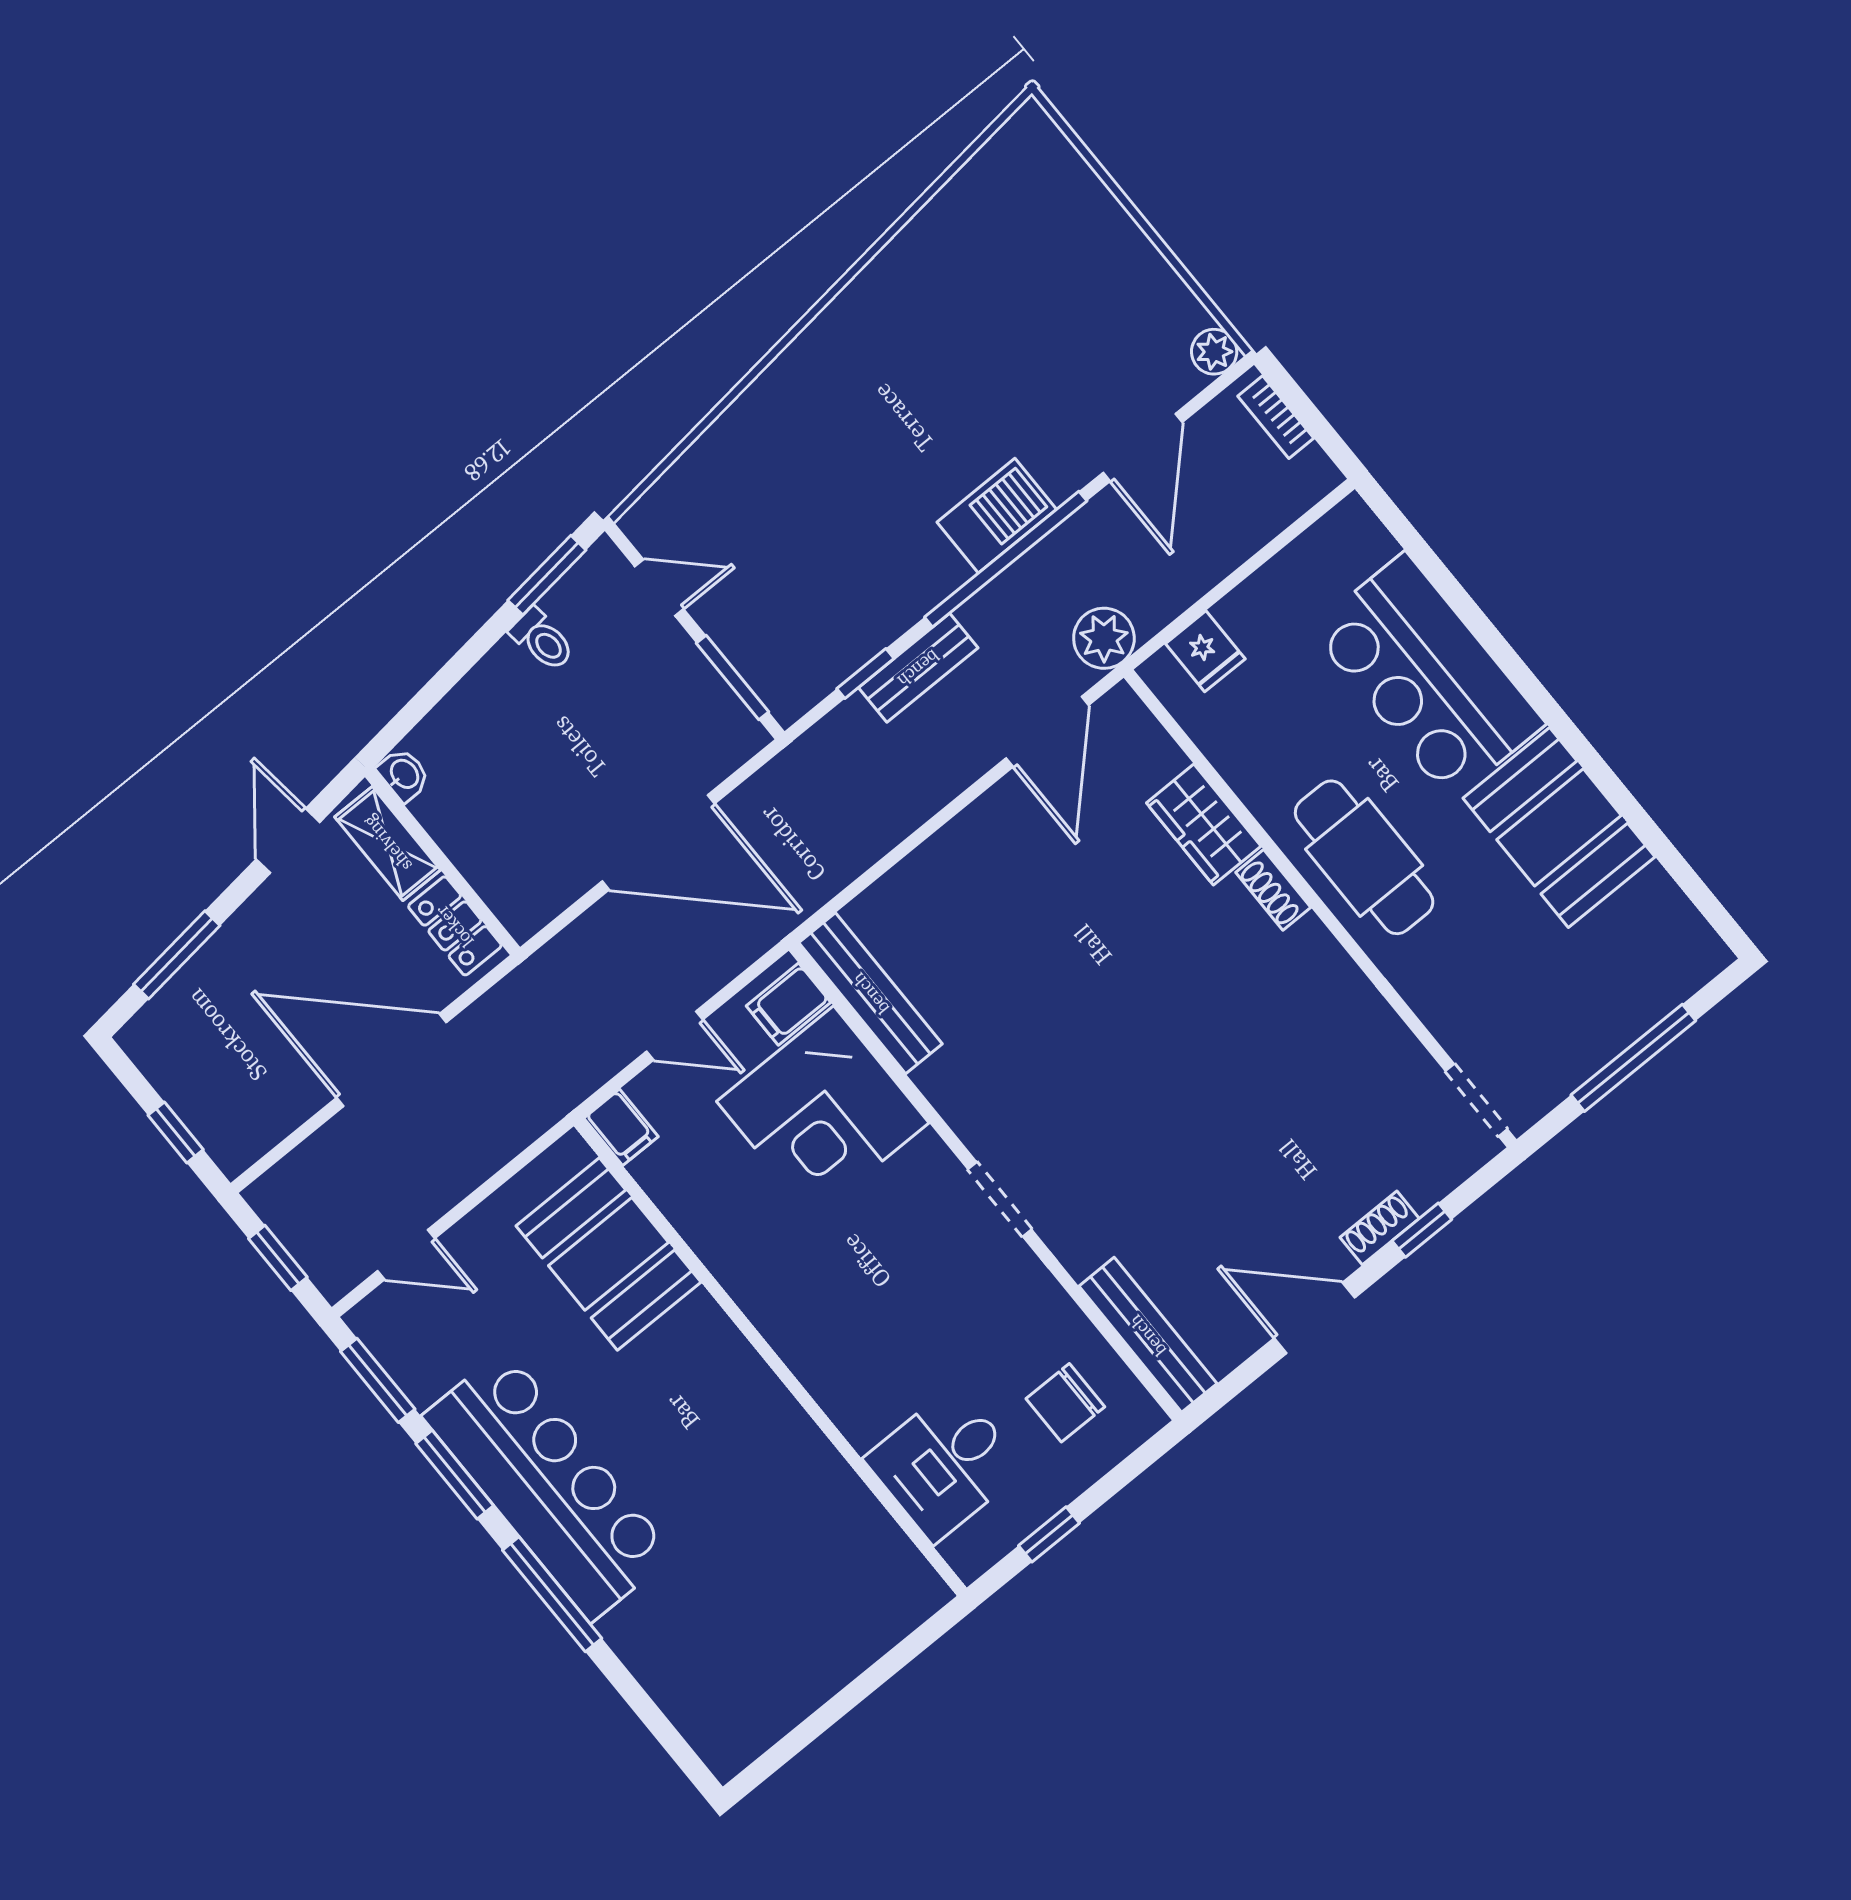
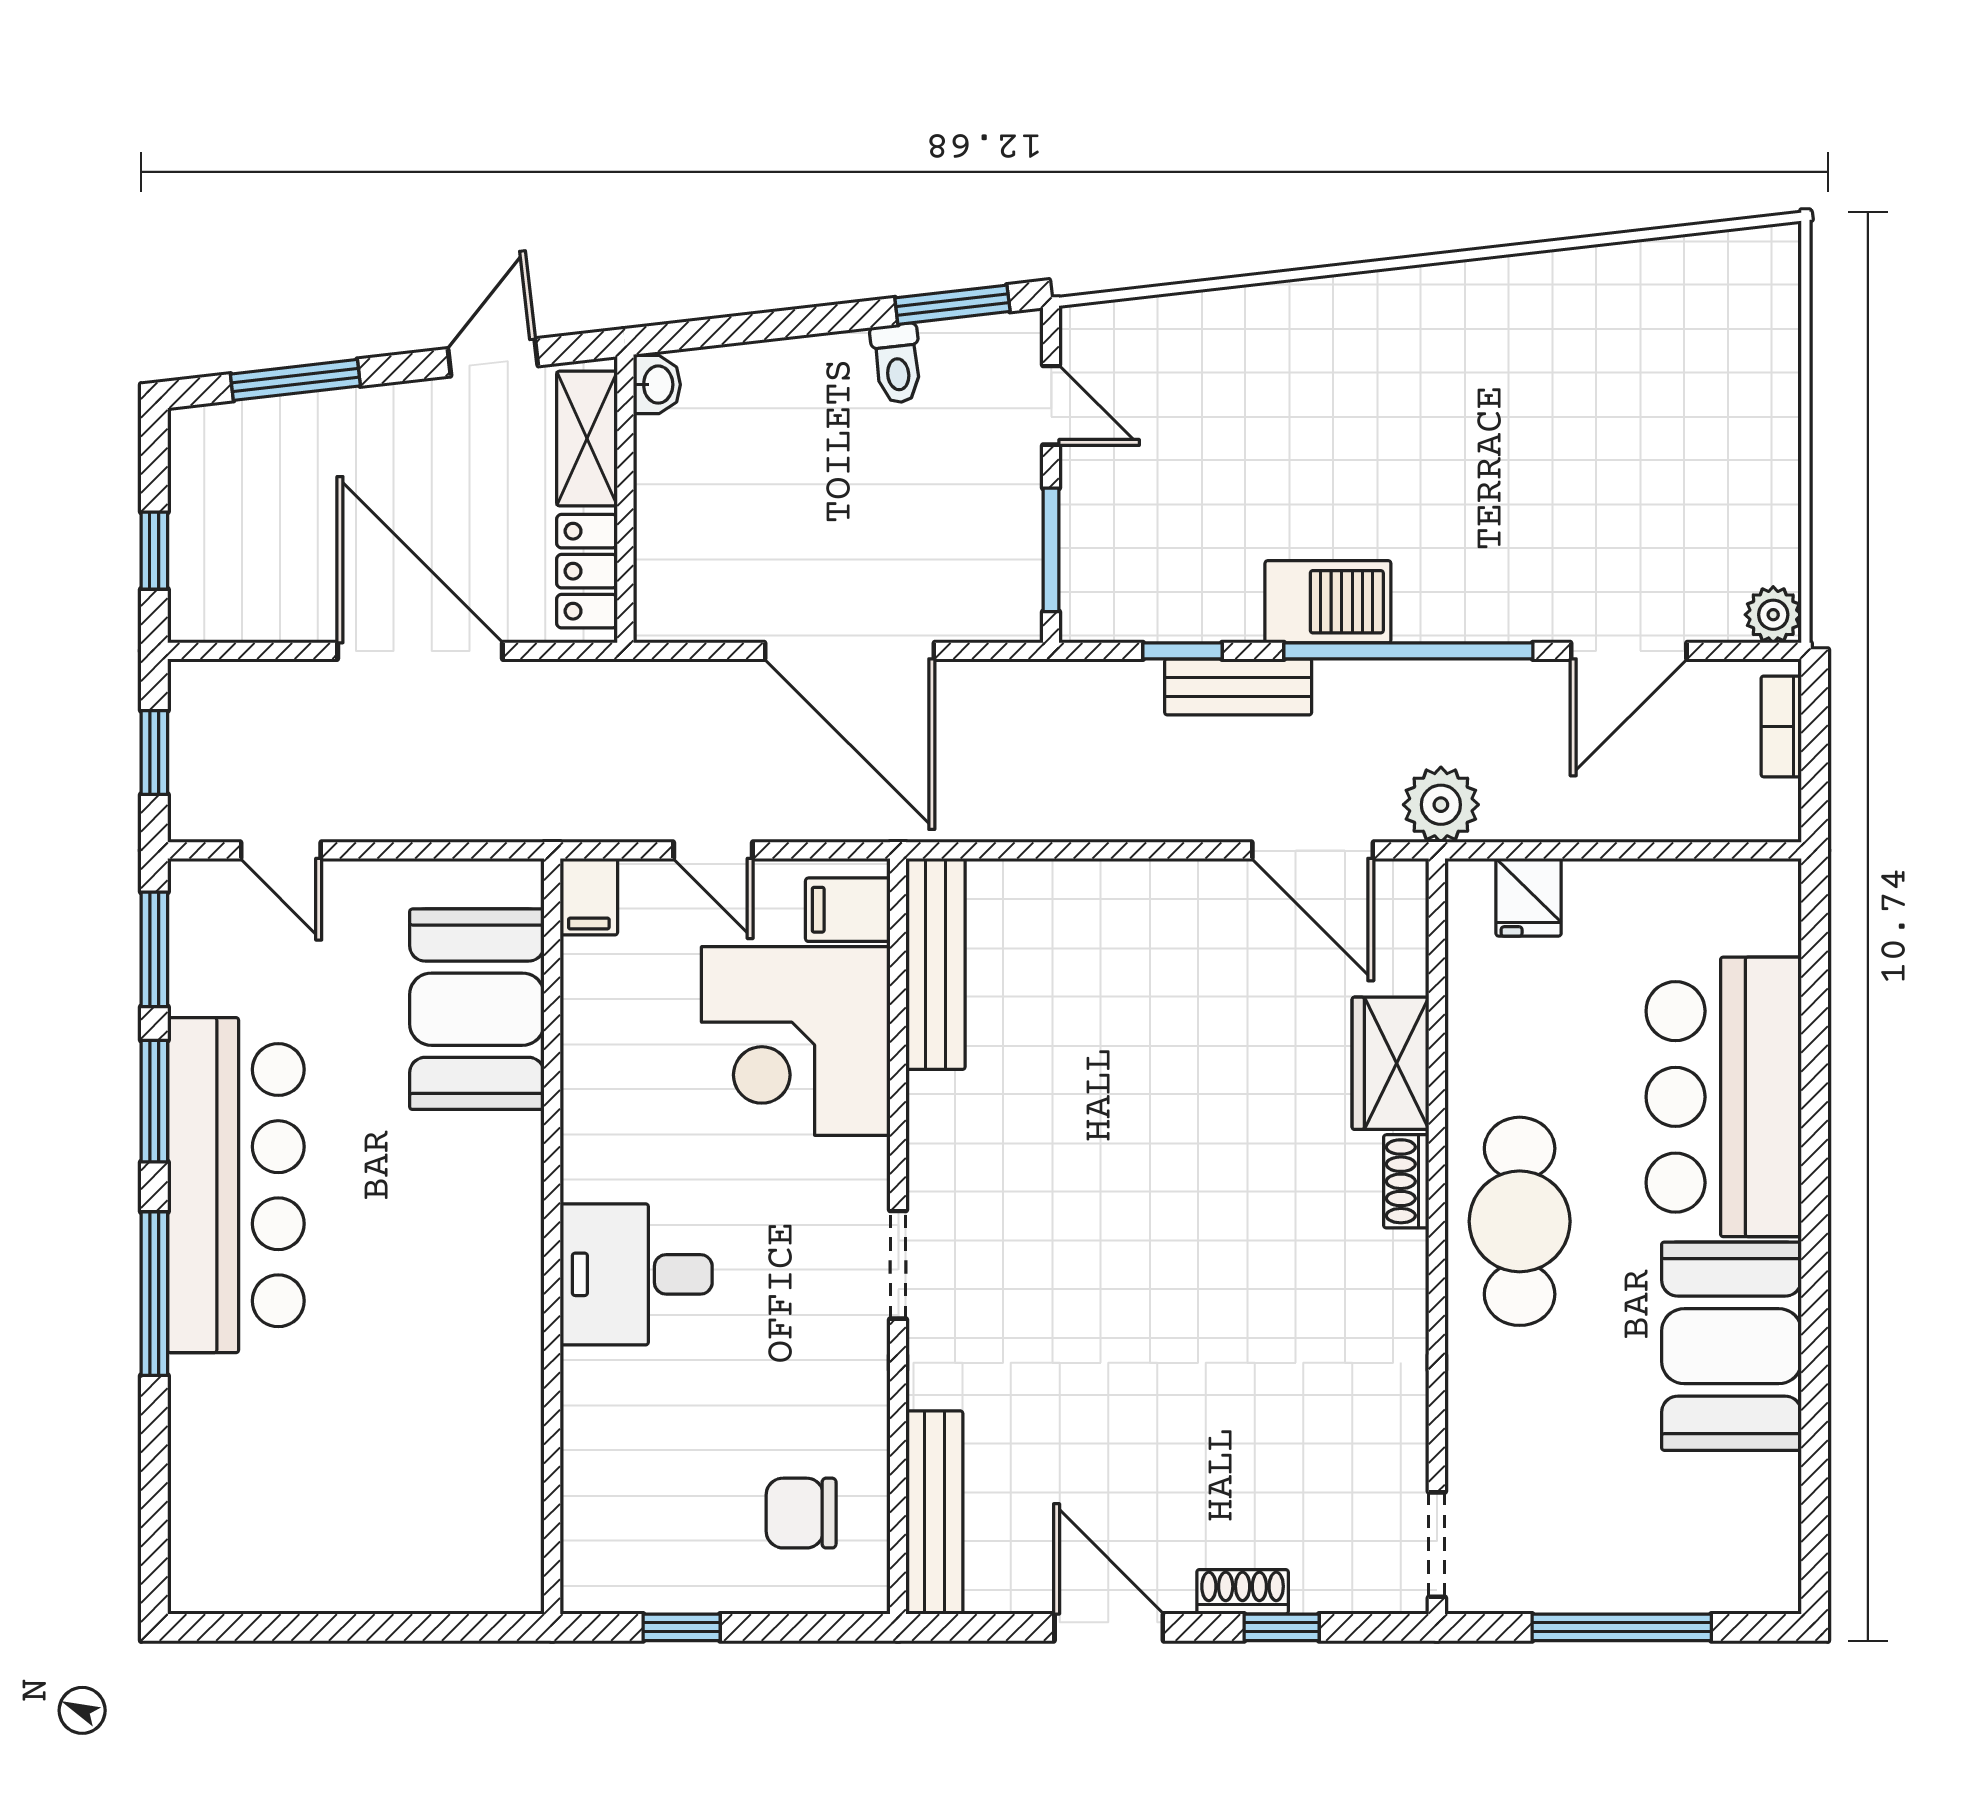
barbecue: (997, 516) -> (1328, 602), moved
door: (1047, 732) -> (1313, 850), hinge flipped
desk: (945, 1464) -> (636, 1274), moved

